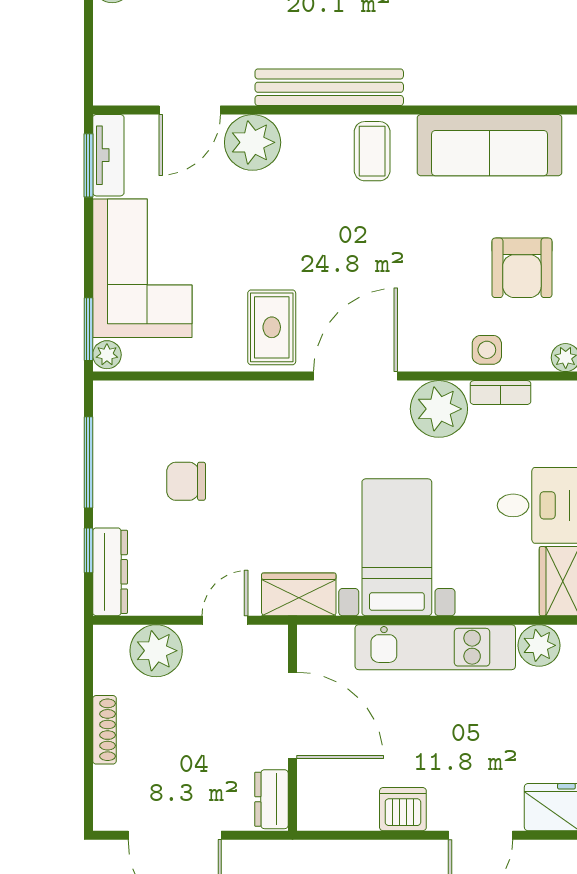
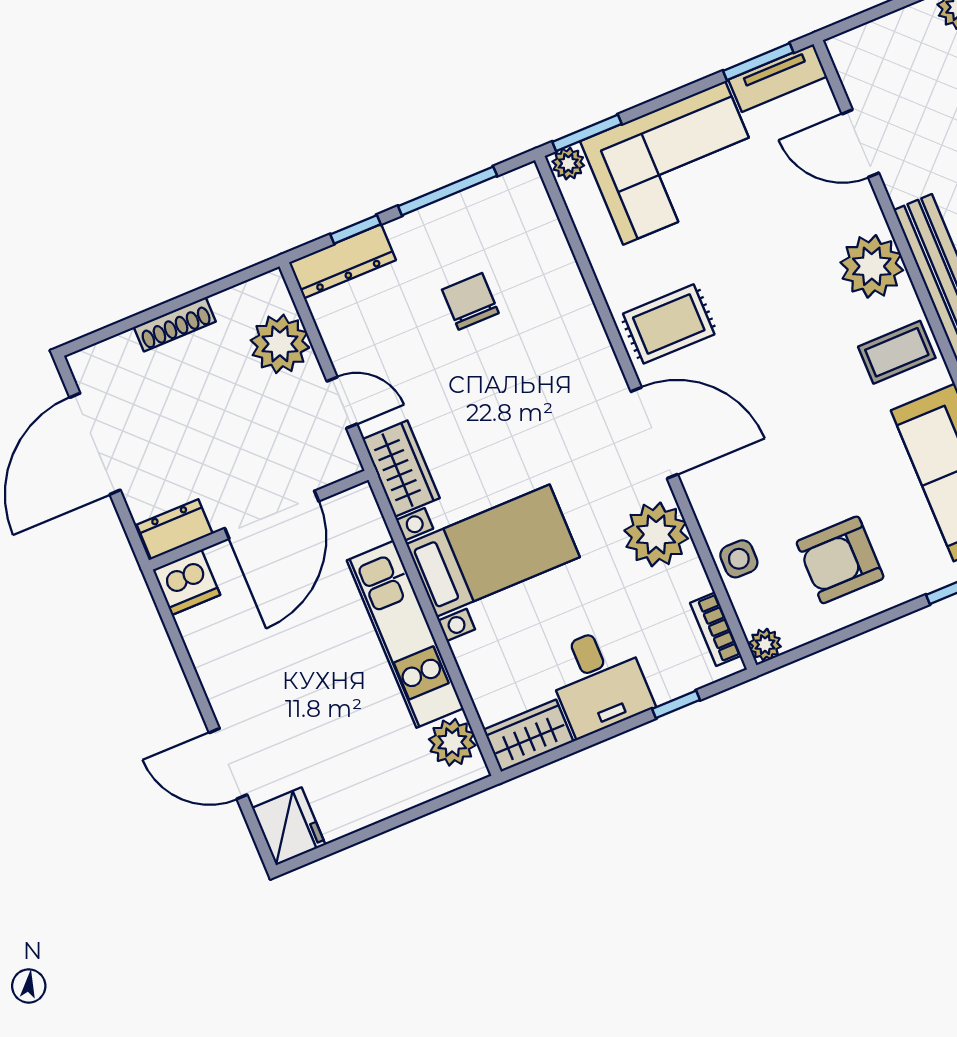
plant: (253, 142) -> (872, 266), moved
bookcase: (501, 393) -> (716, 629), moved
dishwasher: (403, 809) -> (187, 582), moved, turned 90

